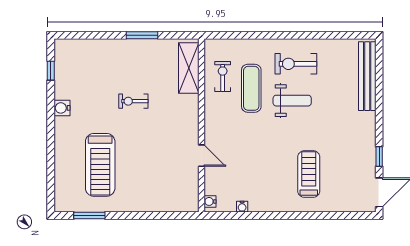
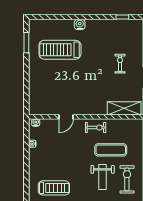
exercise bike: (223, 76) -> (96, 128), moved
exercise bike: (133, 101) -> (120, 64), moved
water cooler: (62, 108) -> (80, 24), moved

